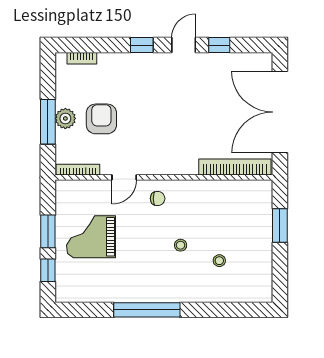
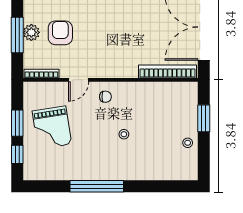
grand piano: (91, 237) -> (52, 127), turned -99
stool: (219, 261) -> (188, 143), moved

